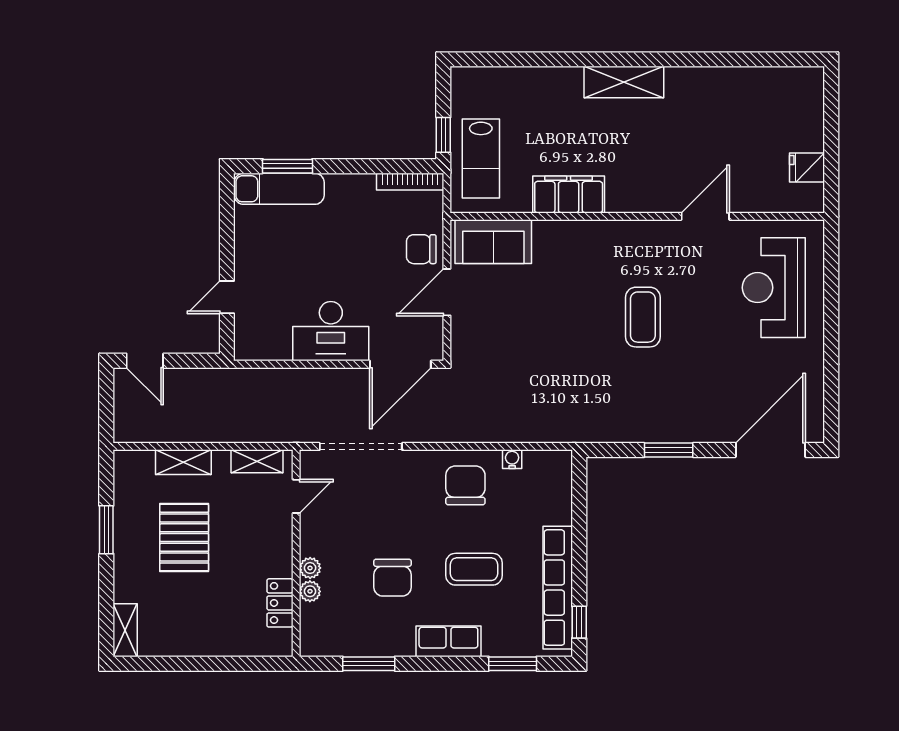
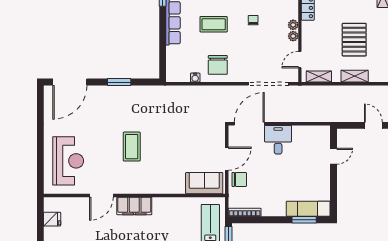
filing cabinet: (569, 195) -> (134, 206), moved
desk: (331, 331) -> (278, 140), width x0.73
chair: (392, 578) -> (253, 20), width x0.54, depth x0.54
plant: (310, 591) -> (293, 36), moved

